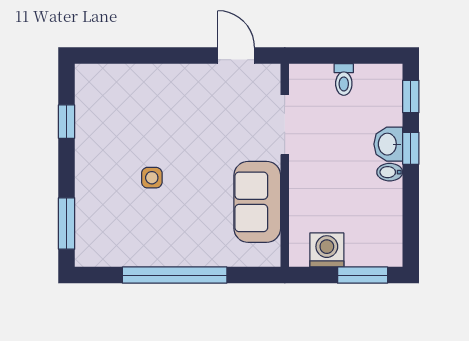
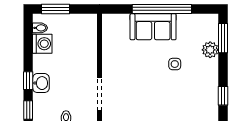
bidet: (390, 172) -> (40, 28), moved
sofa: (257, 202) -> (153, 27), moved, turned 90
plant: (89, 203) -> (210, 50), added
washing machine: (327, 250) -> (42, 44), moved, turned -90

